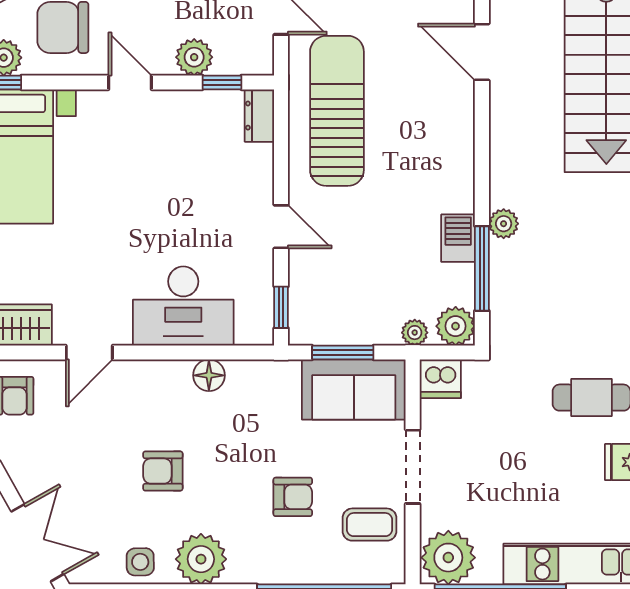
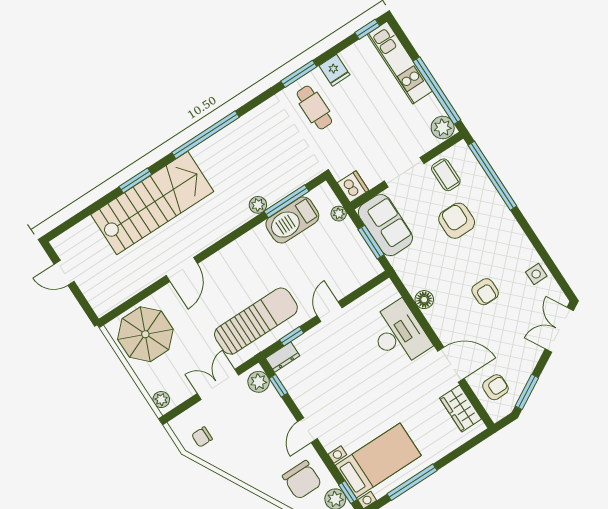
plant: (194, 57) -> (259, 382), moved
sun lounger: (337, 111) -> (256, 321), turned 180
barbecue: (458, 238) -> (292, 220), width x1.88, depth x1.53
window: (281, 307) -> (292, 336), moved
plant: (456, 326) -> (323, 196), removed
door: (89, 352) -> (451, 365), width x1.38
armchair: (293, 497) -> (457, 221), width x1.38, depth x1.38
plant: (448, 558) -> (443, 128), width x0.73, depth x0.73
plant: (201, 559) -> (516, 246), removed

